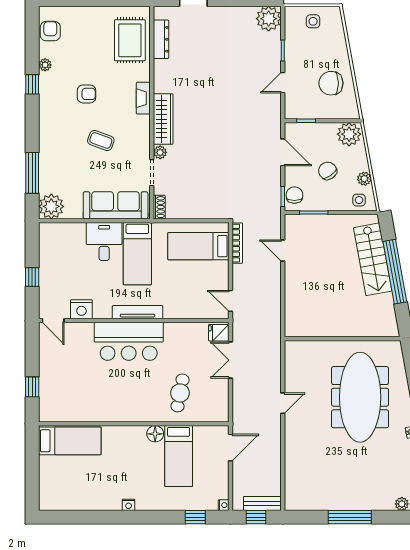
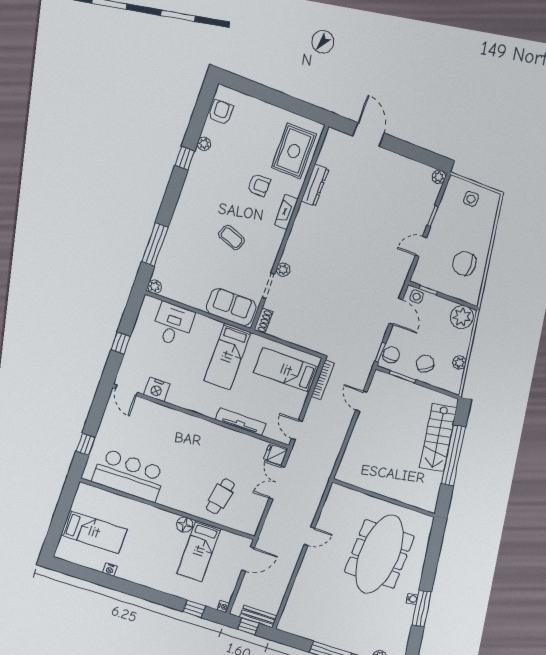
plant: (269, 19) -> (439, 177), width x0.53, depth x0.53
dresser: (161, 39) -> (315, 185), moved
armchair: (86, 94) -> (259, 185), moved
wardrobe: (163, 119) -> (298, 239), removed
chair: (328, 171) -> (425, 364), moved
side table: (359, 200) -> (417, 297), moved
sofa: (116, 205) -> (231, 307), width x0.73
plant: (51, 206) -> (154, 287), width x0.53, depth x0.53
desk: (104, 242) -> (173, 324), moved
tv unit: (138, 312) -> (241, 422), moved
bar counter: (129, 341) -> (129, 475), moved, turned 180
bed: (70, 441) -> (94, 532), moved
nightstand: (129, 505) -> (110, 570), moved

